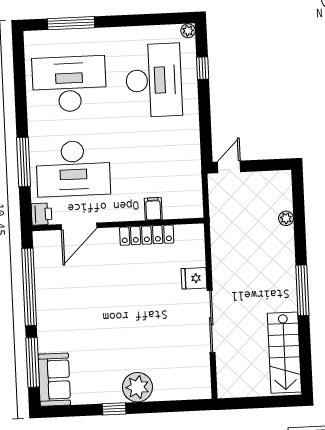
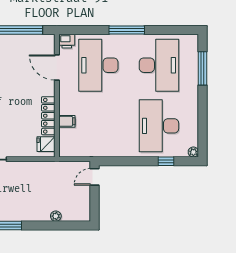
desk: (154, 80) -> (159, 126), turned 90
window: (23, 162) -> (127, 30), moved
door: (229, 167) -> (94, 177), swing flipped
fridge: (194, 278) -> (46, 144), moved, turned -90

